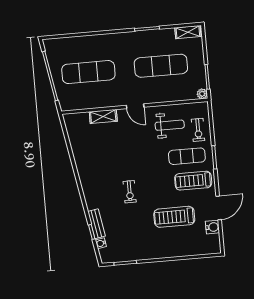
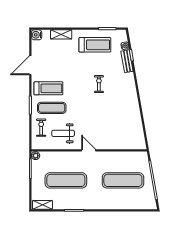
shelving: (103, 116) -> (61, 34), moved
treadmill: (174, 217) -> (95, 45), moved
water cooler: (212, 227) -> (37, 35), moved

